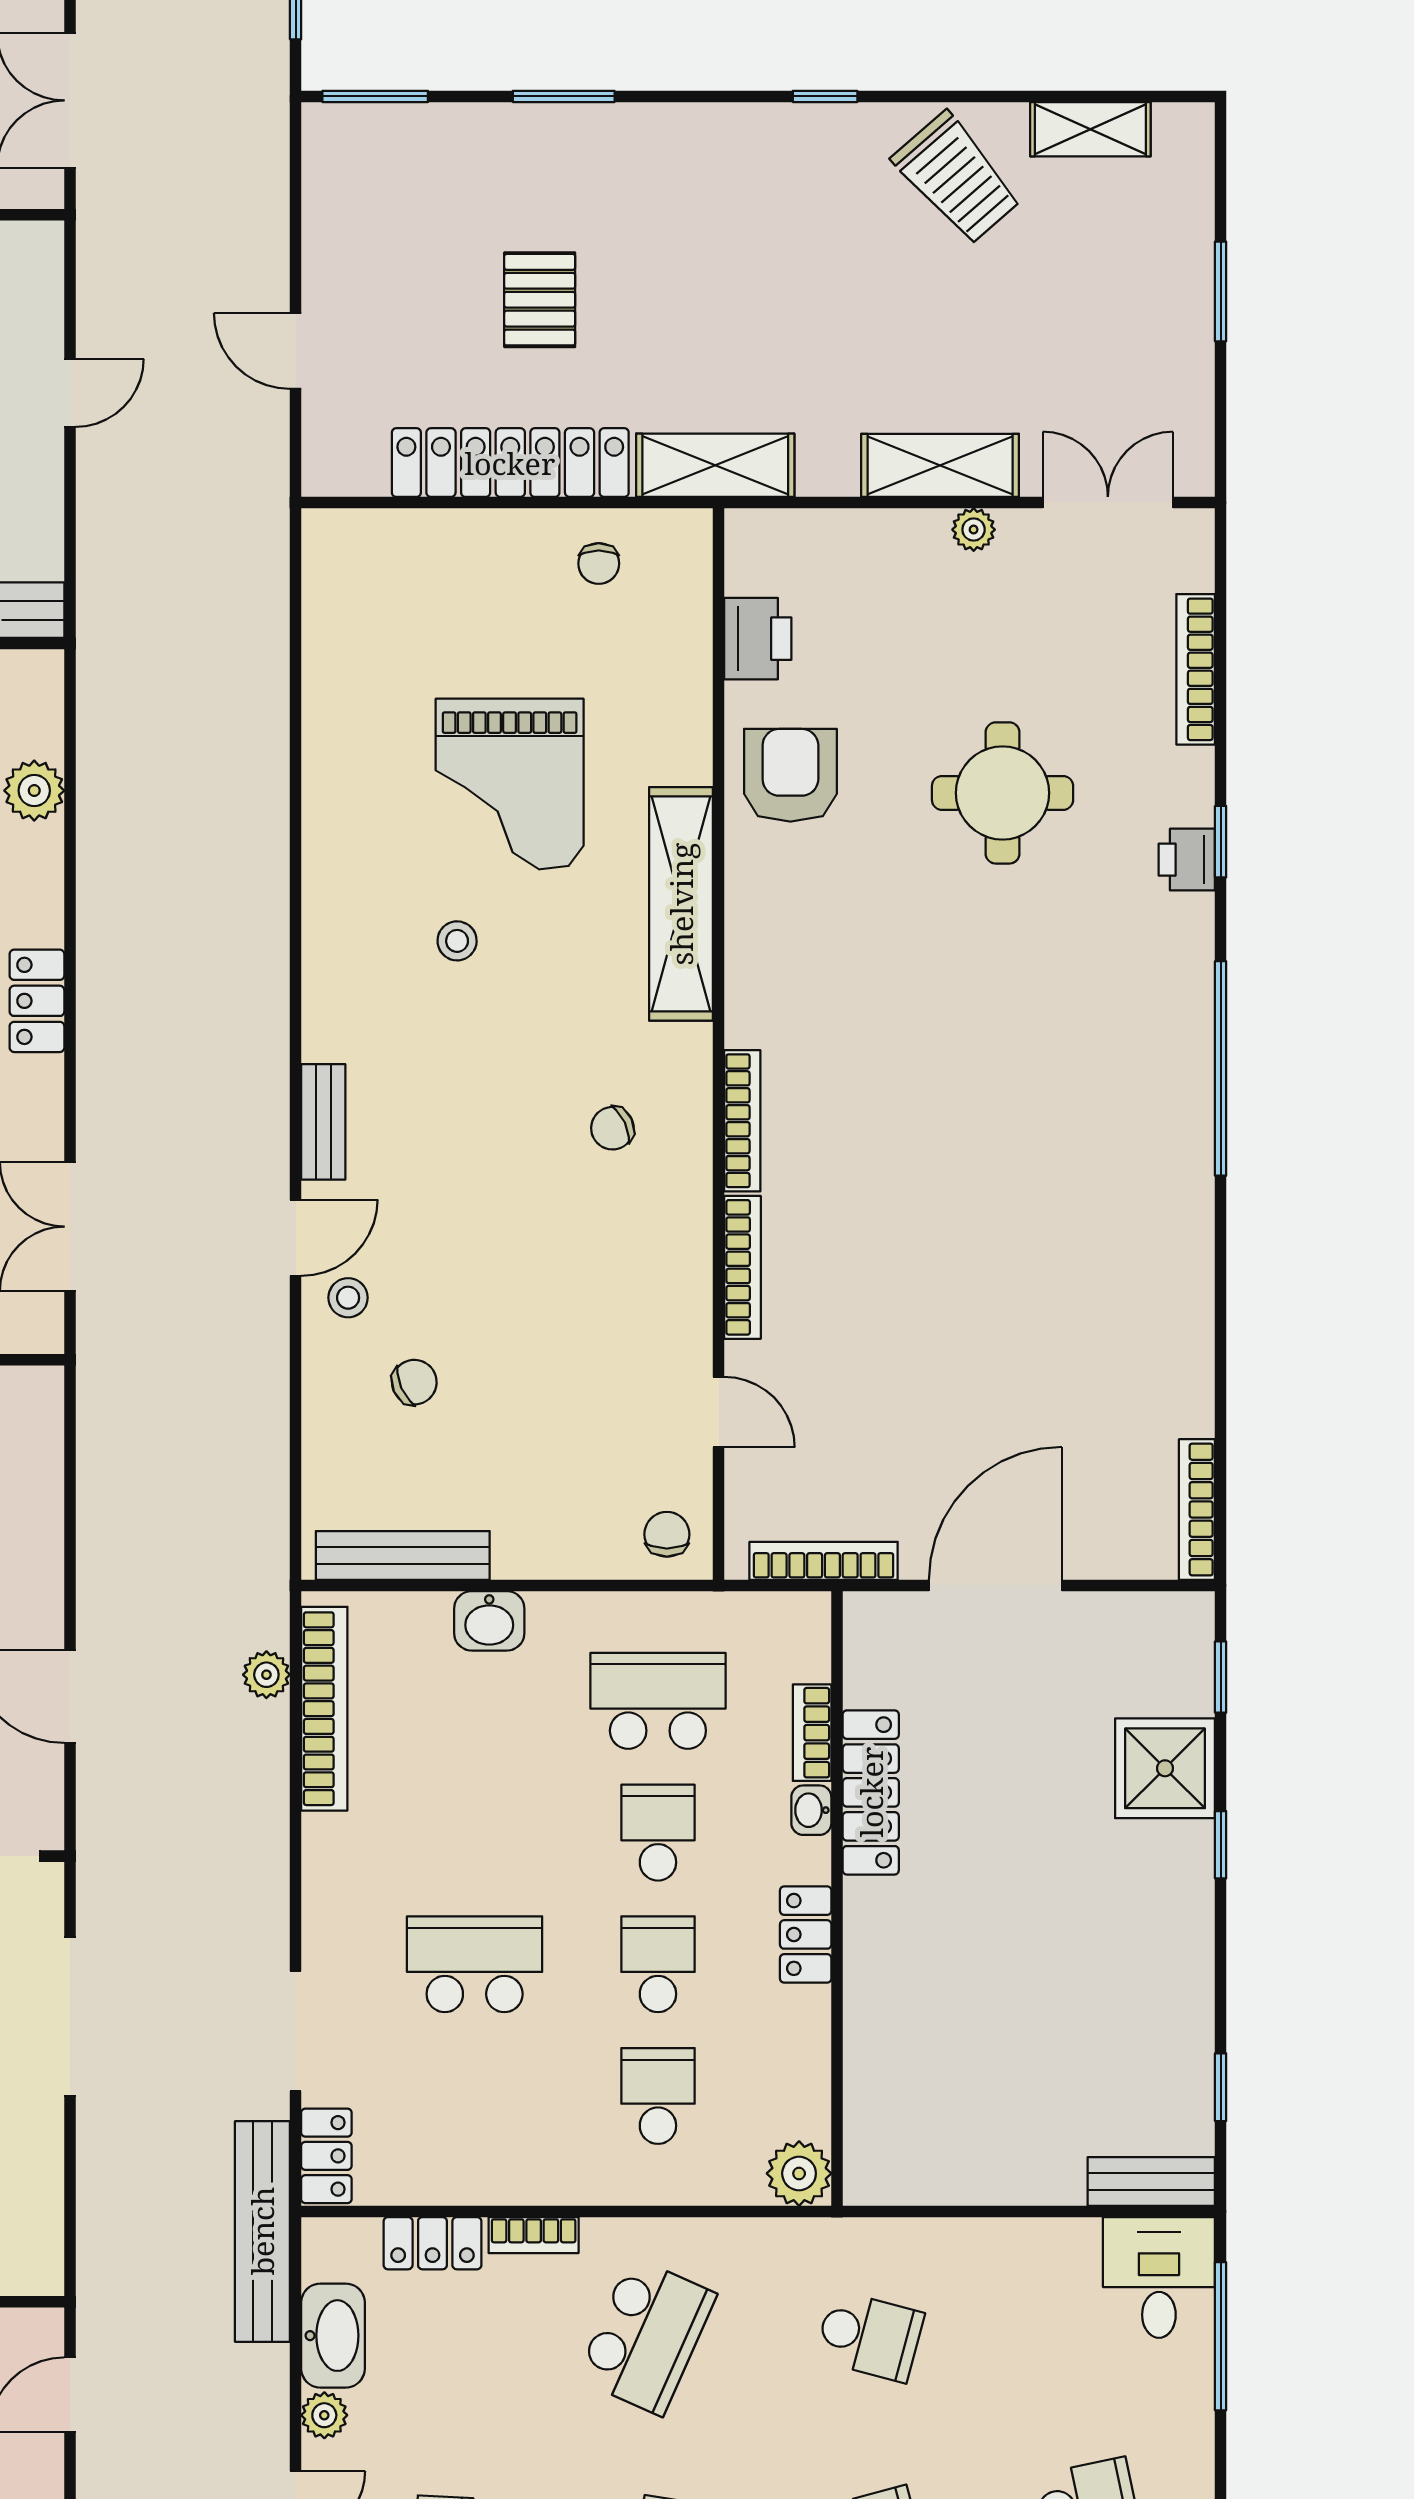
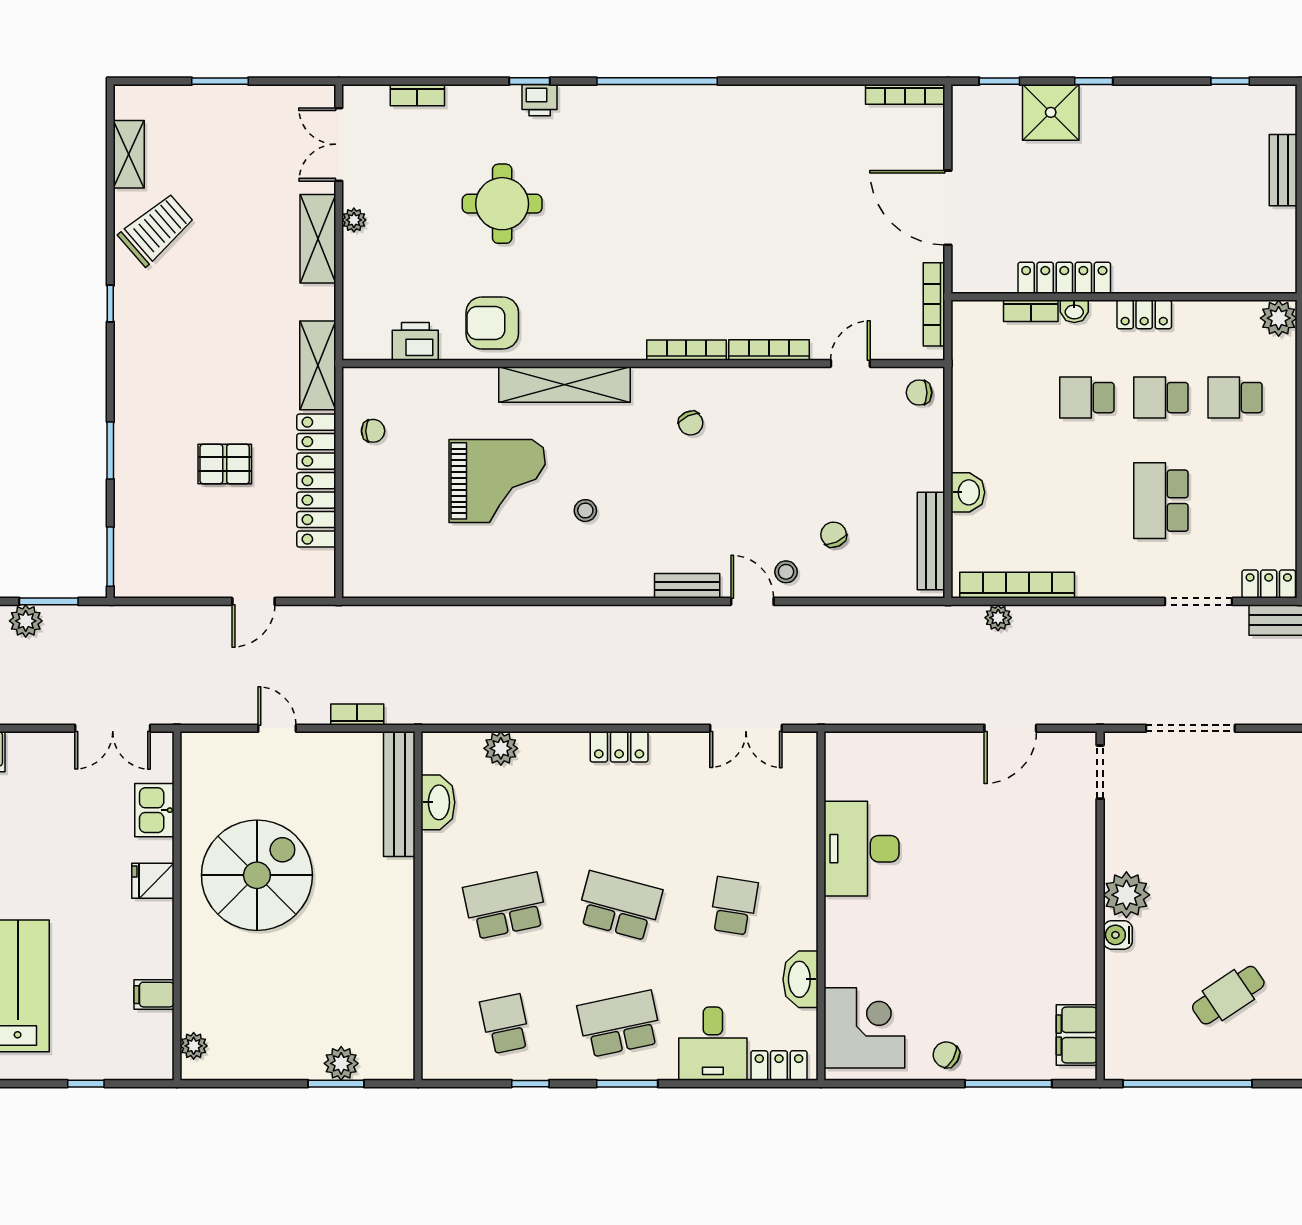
bookcase: (94, 535) -> (357, 715), added
bookcase: (1196, 669) -> (417, 95), width x0.64
school desk: (658, 1701) -> (1013, 398), removed
bench: (1151, 2182) -> (1283, 170), moved

